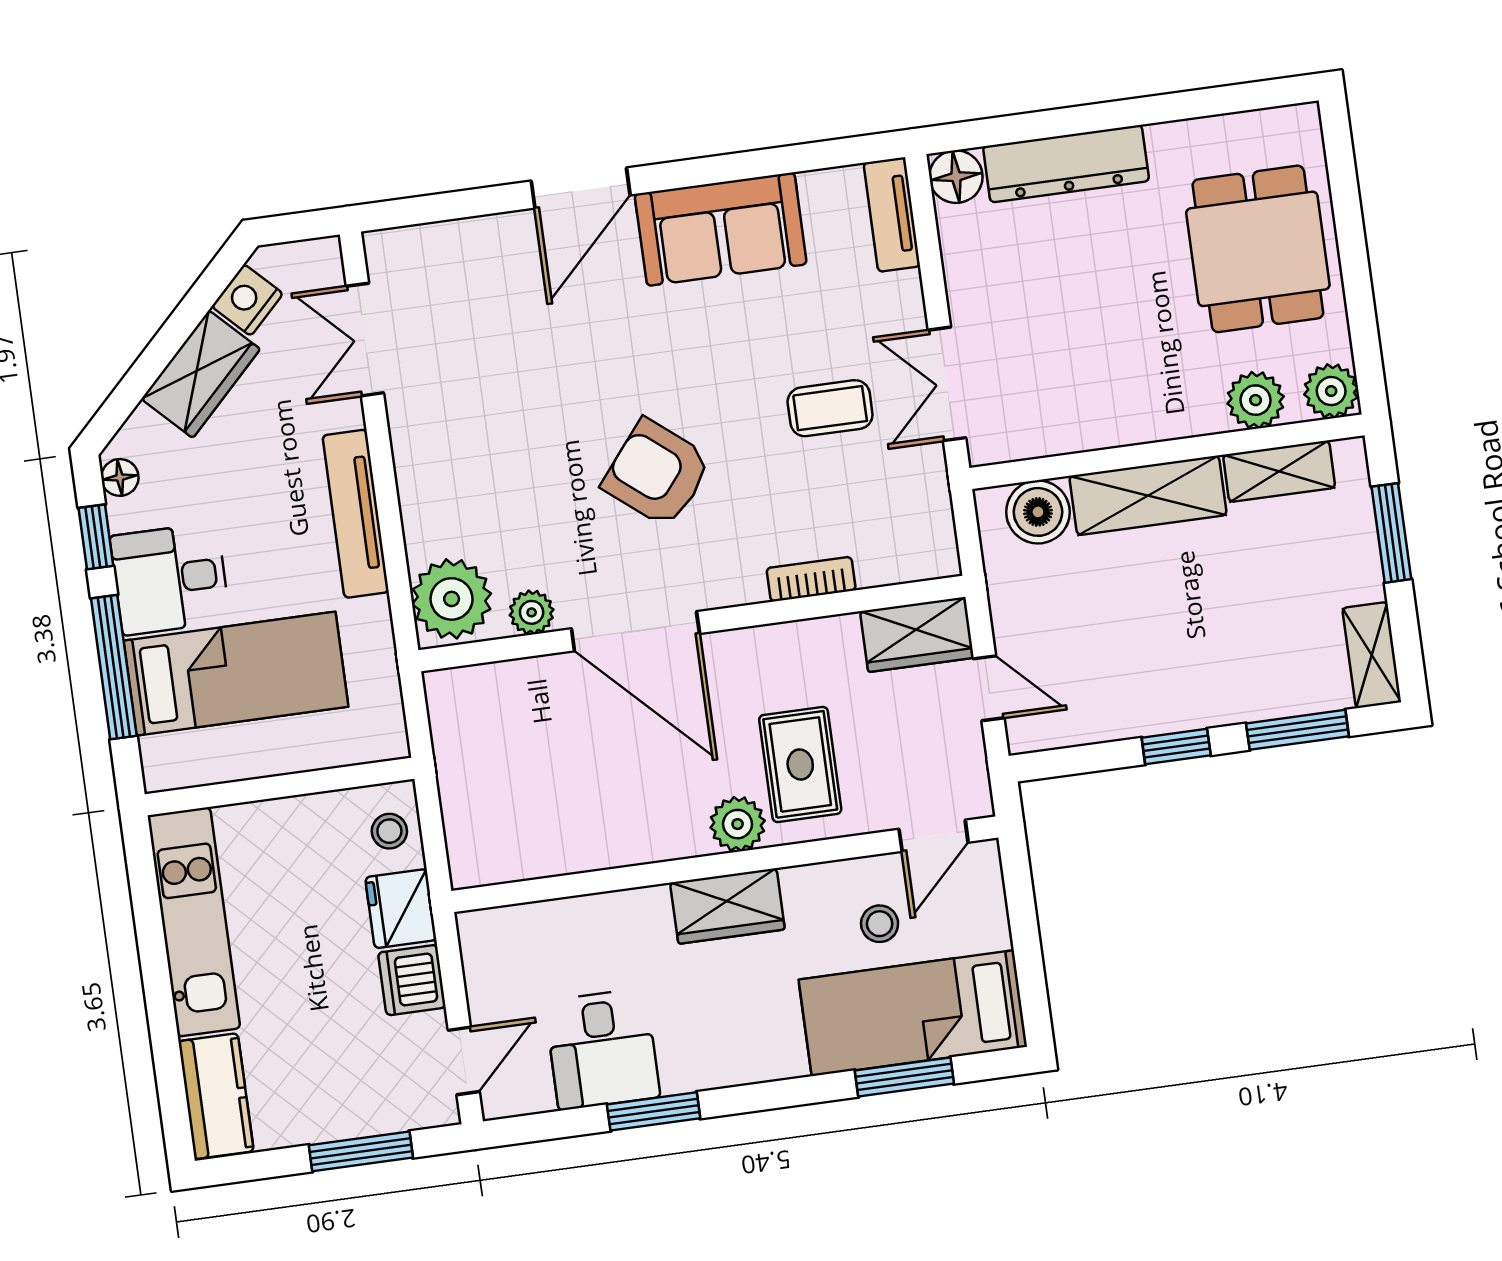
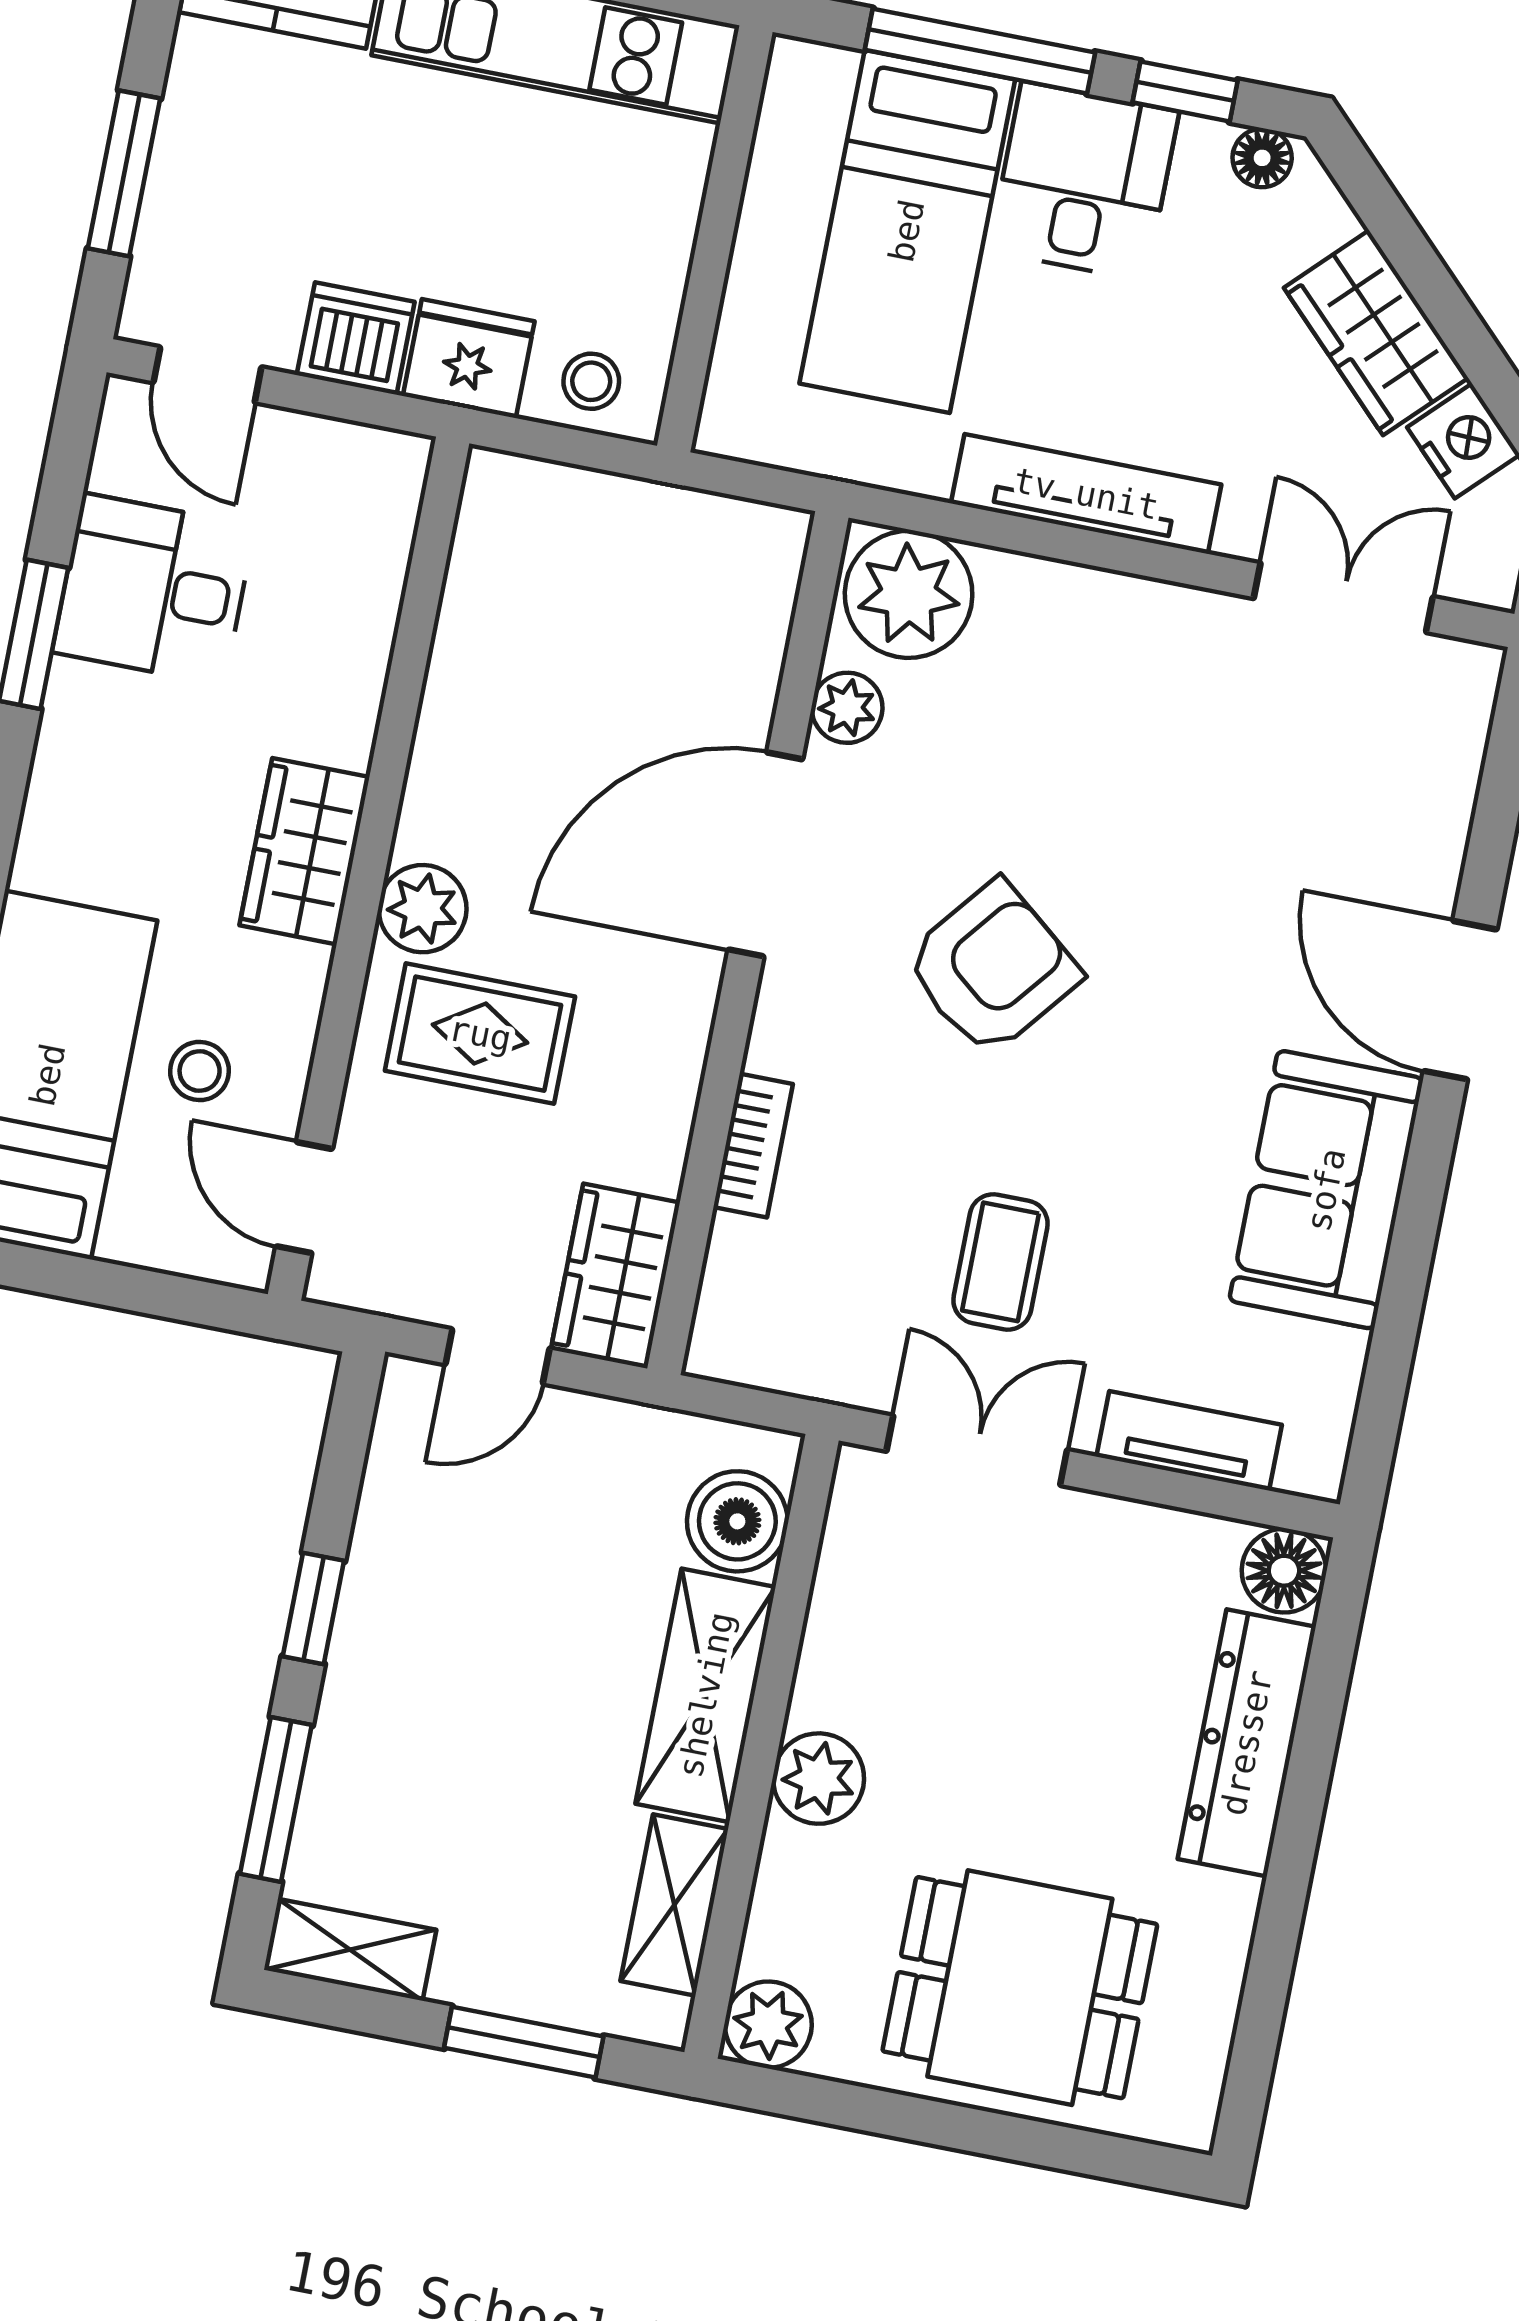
tv unit: (892, 215) -> (1189, 1441), moved
plant: (1256, 400) -> (819, 1779), moved

